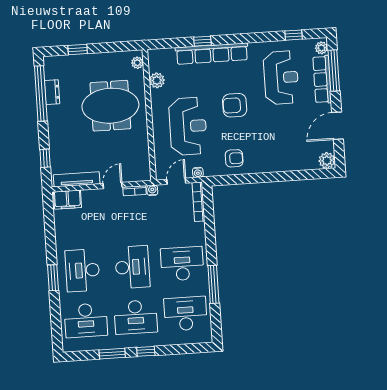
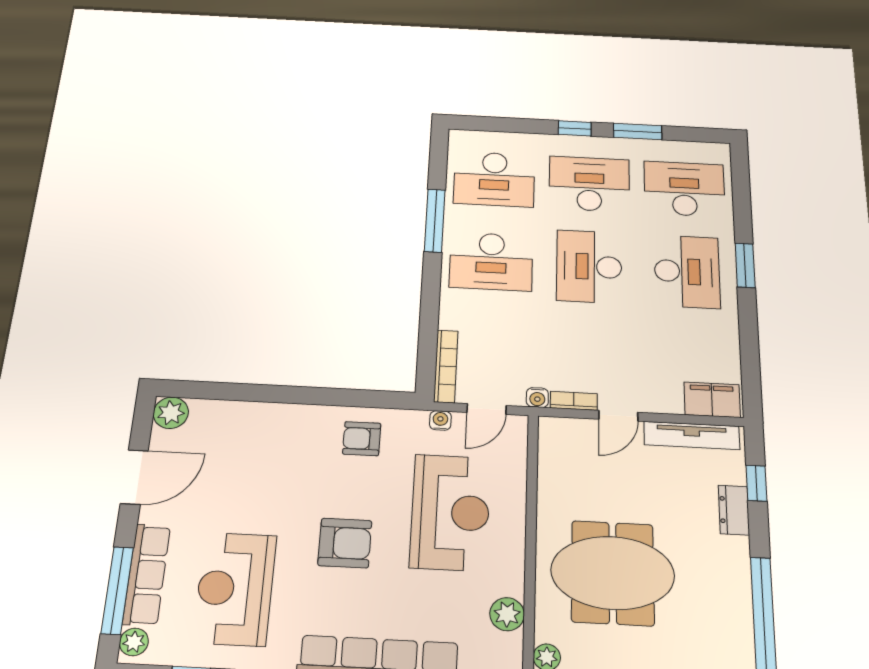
dresser: (52, 92) -> (734, 510), moved
reception desk: (188, 126) -> (450, 512), turned 180

